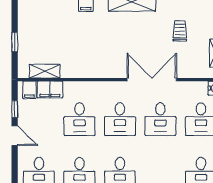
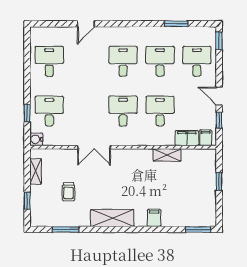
shelving: (45, 71) -> (167, 155), moved
double door: (152, 80) -> (94, 147), width x0.73
desk: (160, 119) -> (86, 111), removed

